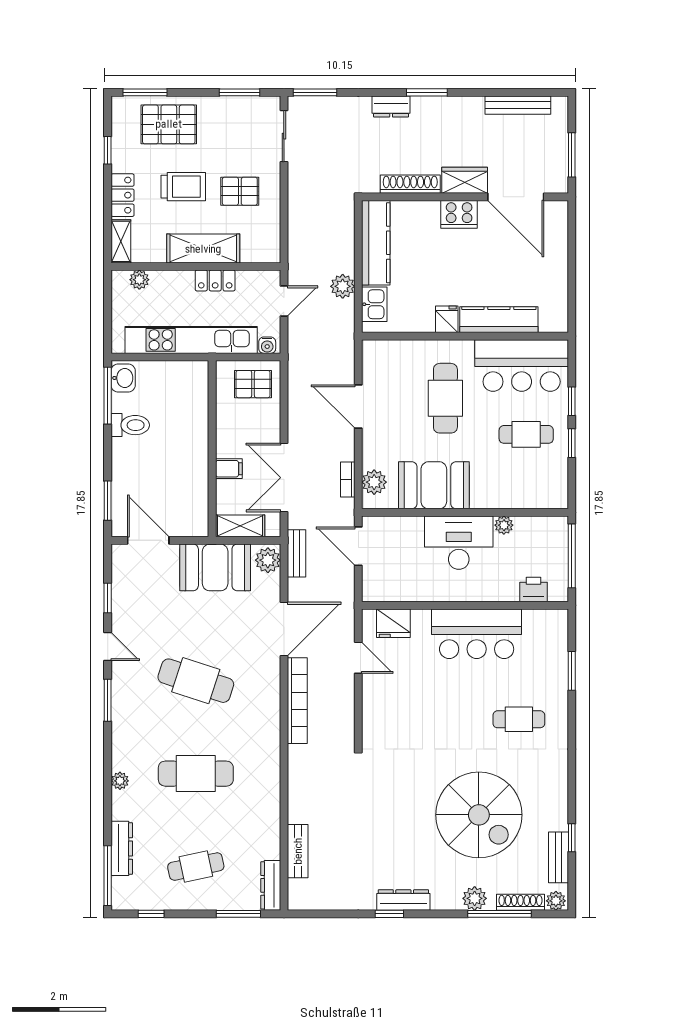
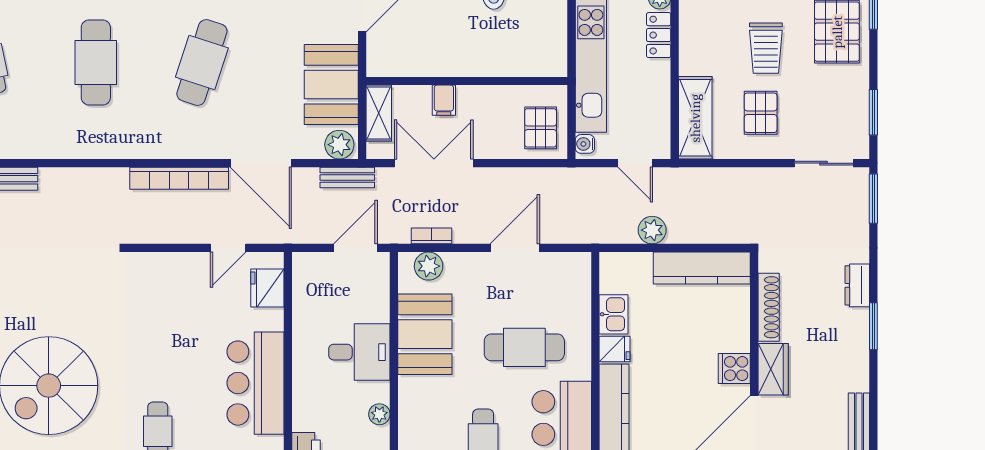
cooker: (459, 214) -> (734, 369), width x0.73
shelving: (203, 249) -> (695, 118), moved
locker: (215, 281) -> (659, 35), moved
kitchen sink: (374, 304) -> (614, 314), moved, turned -90
desk: (459, 543) -> (359, 352), width x0.73

